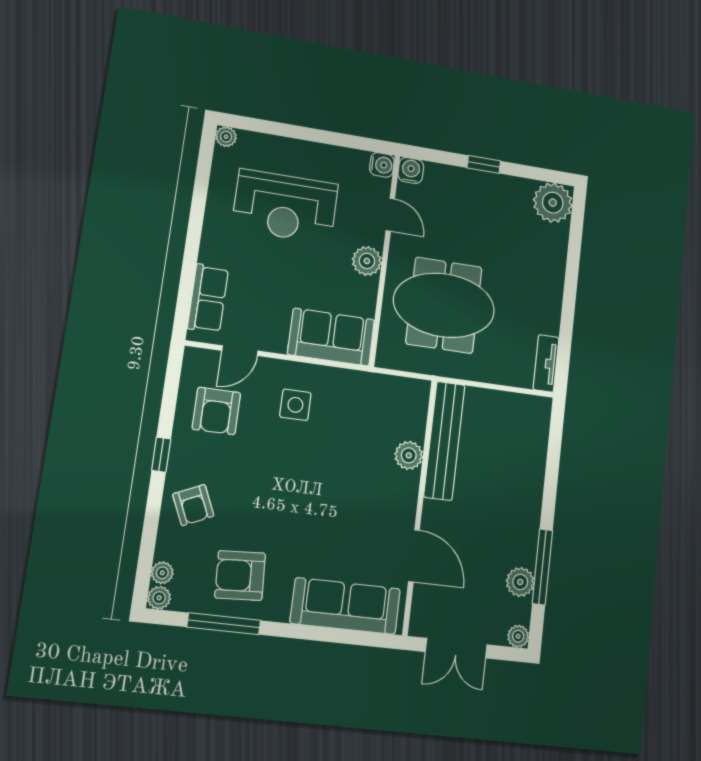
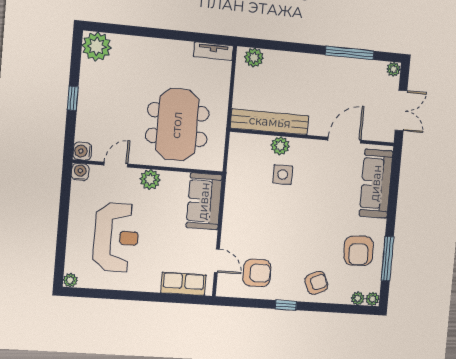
side table: (295, 405) -> (283, 175), moved
plant: (520, 582) -> (254, 58), moved

